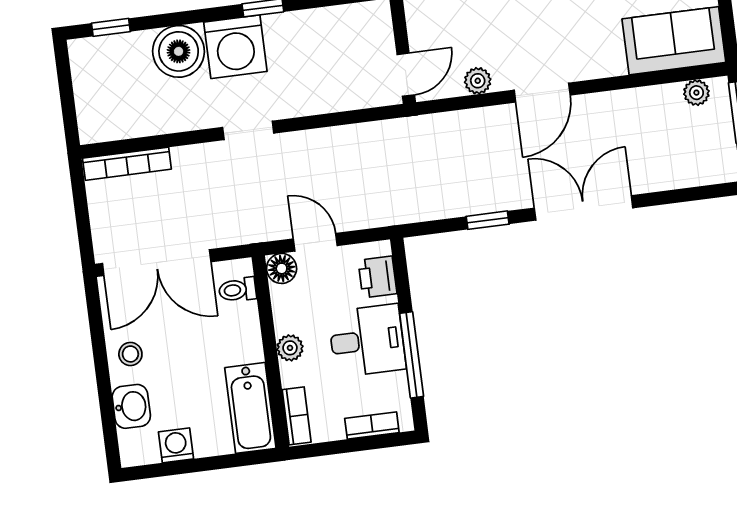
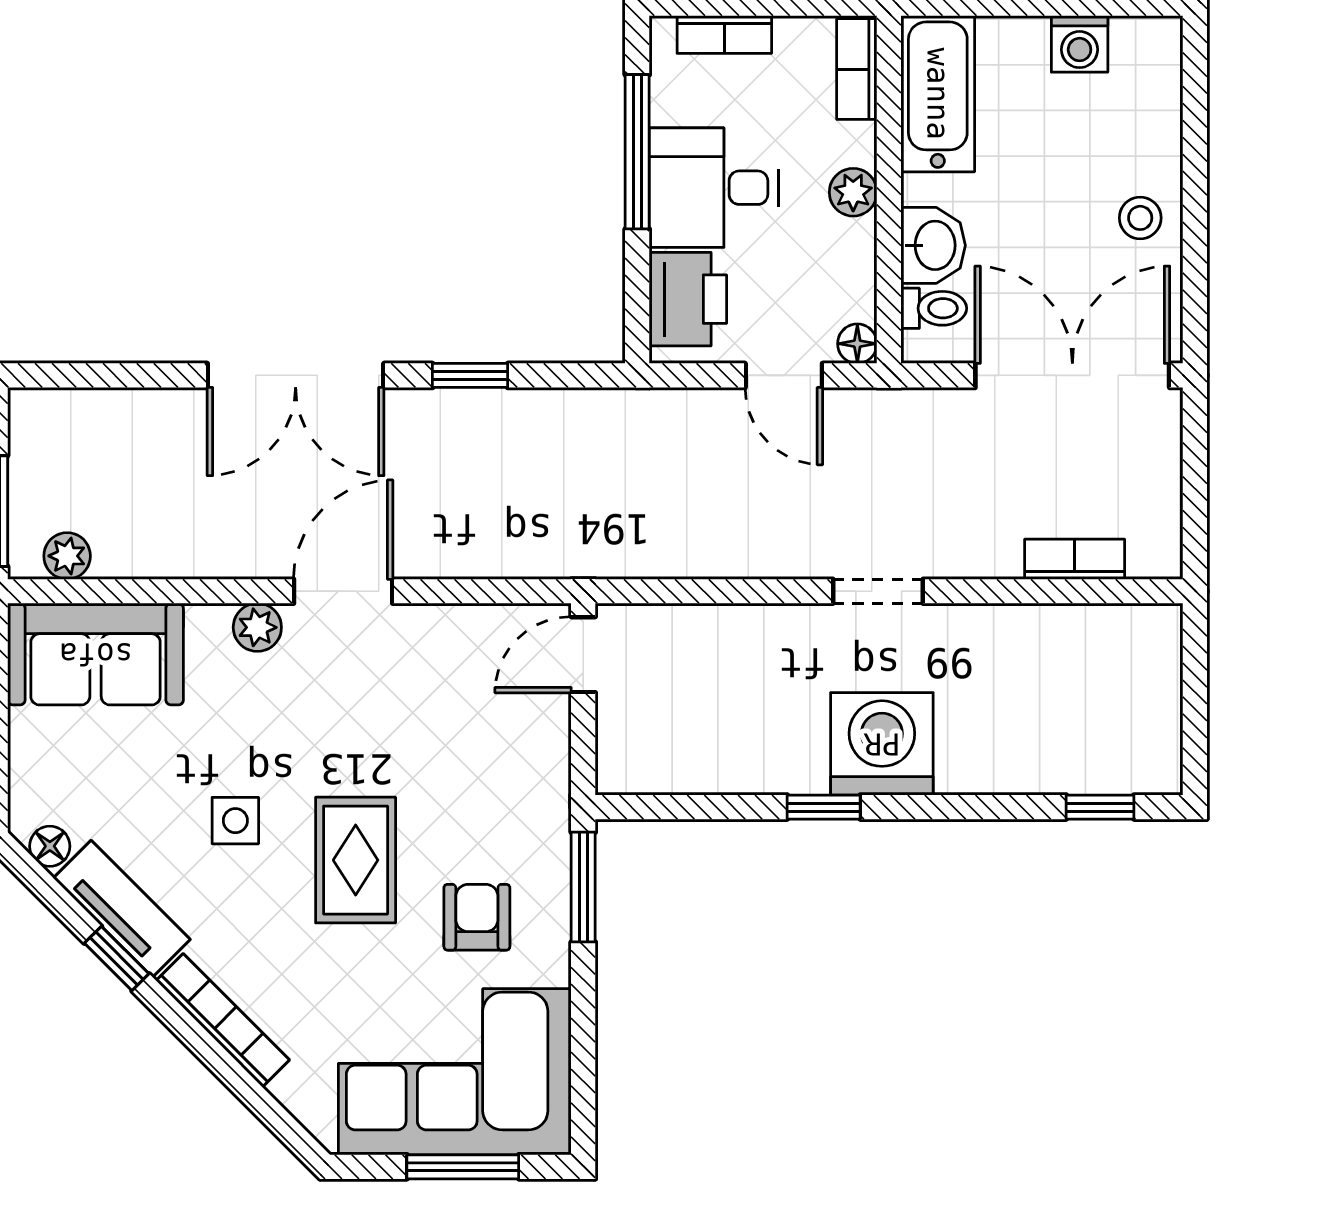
boiler: (179, 51) -> (985, 748), removed
plant: (478, 81) -> (257, 627), moved
bookcase: (127, 164) -> (1075, 559), width x0.64
floor lamp: (282, 268) -> (857, 344), width x0.73, depth x0.73
printer: (377, 277) -> (688, 299), width x1.36, depth x1.24
washbasin: (131, 406) -> (933, 245), moved, turned 180

